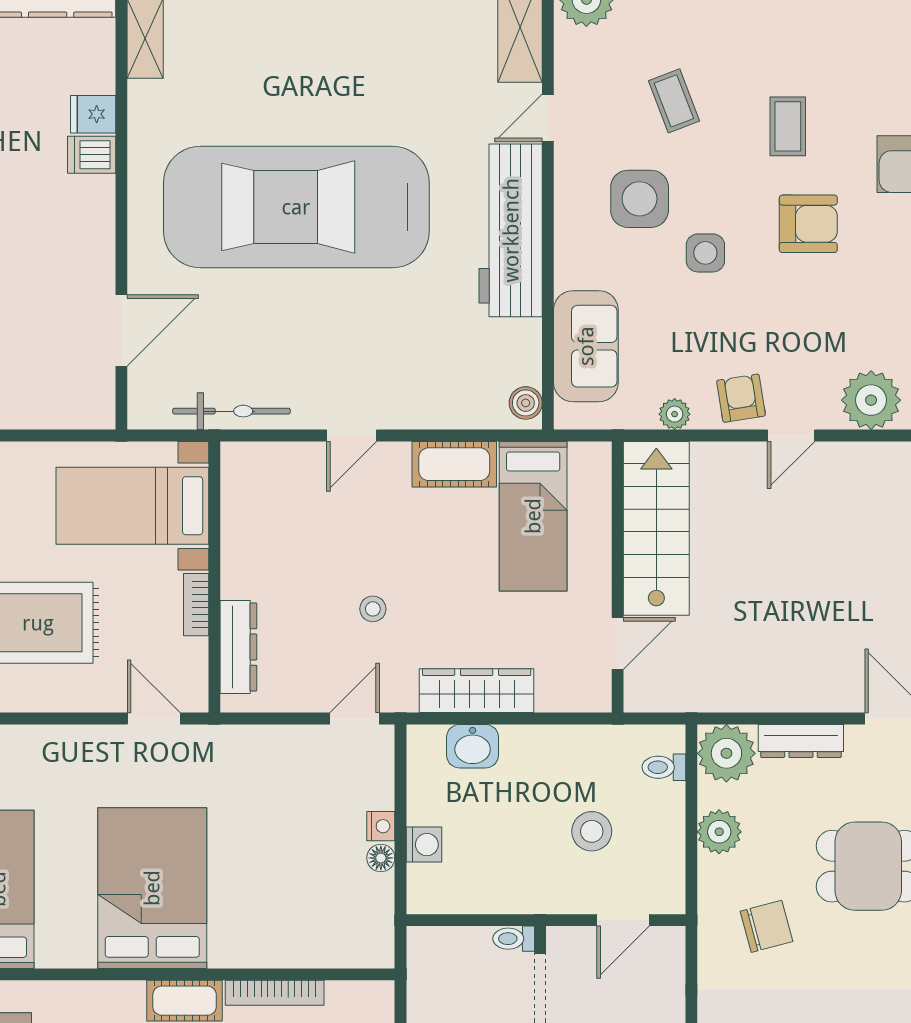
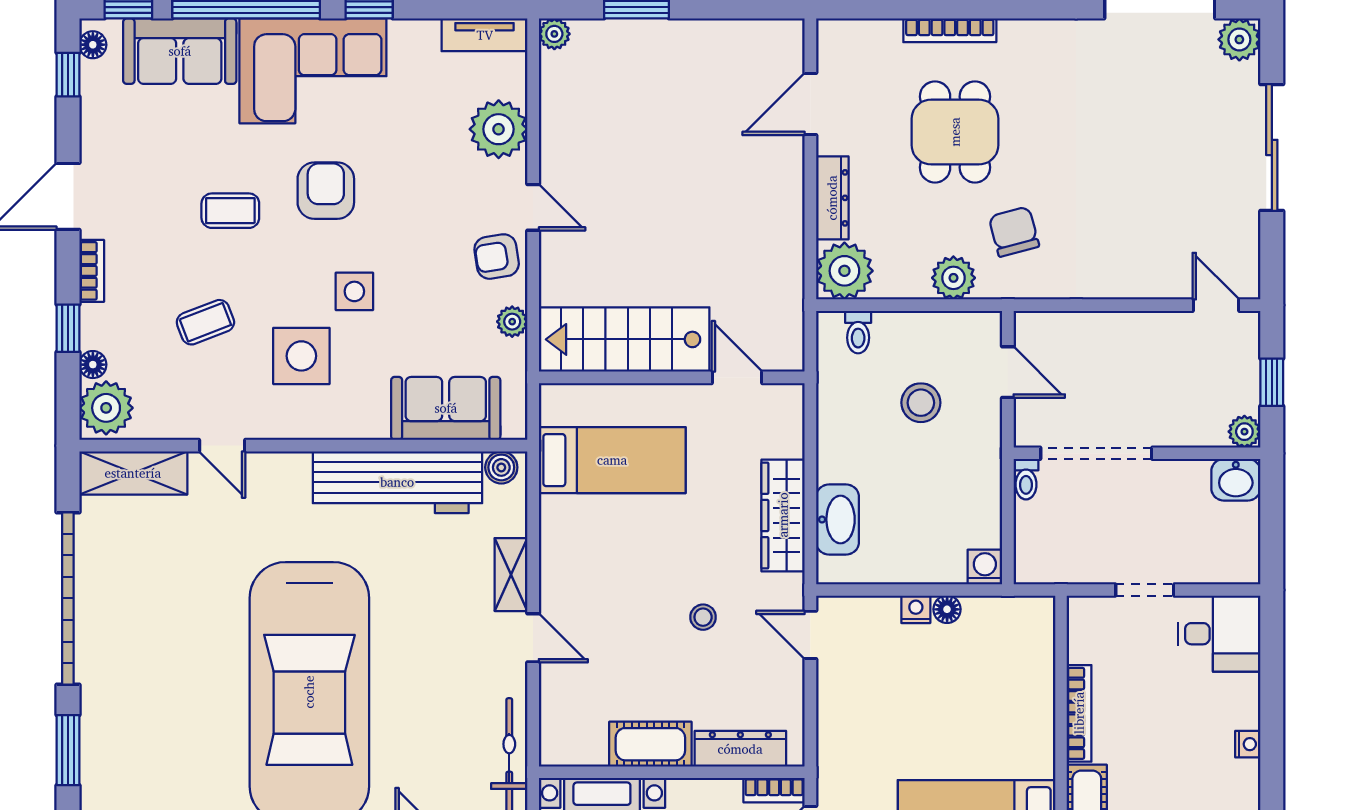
workbench: (511, 230) -> (397, 482), moved
shelving: (416, 413) -> (511, 575), added
cot: (454, 464) -> (650, 744), moved, turned 90
bookcase: (196, 605) -> (774, 790), moved
washbasin: (473, 746) -> (838, 519), width x1.38
plant: (719, 832) -> (953, 278), moved
washing machine: (424, 845) -> (985, 567), moved

